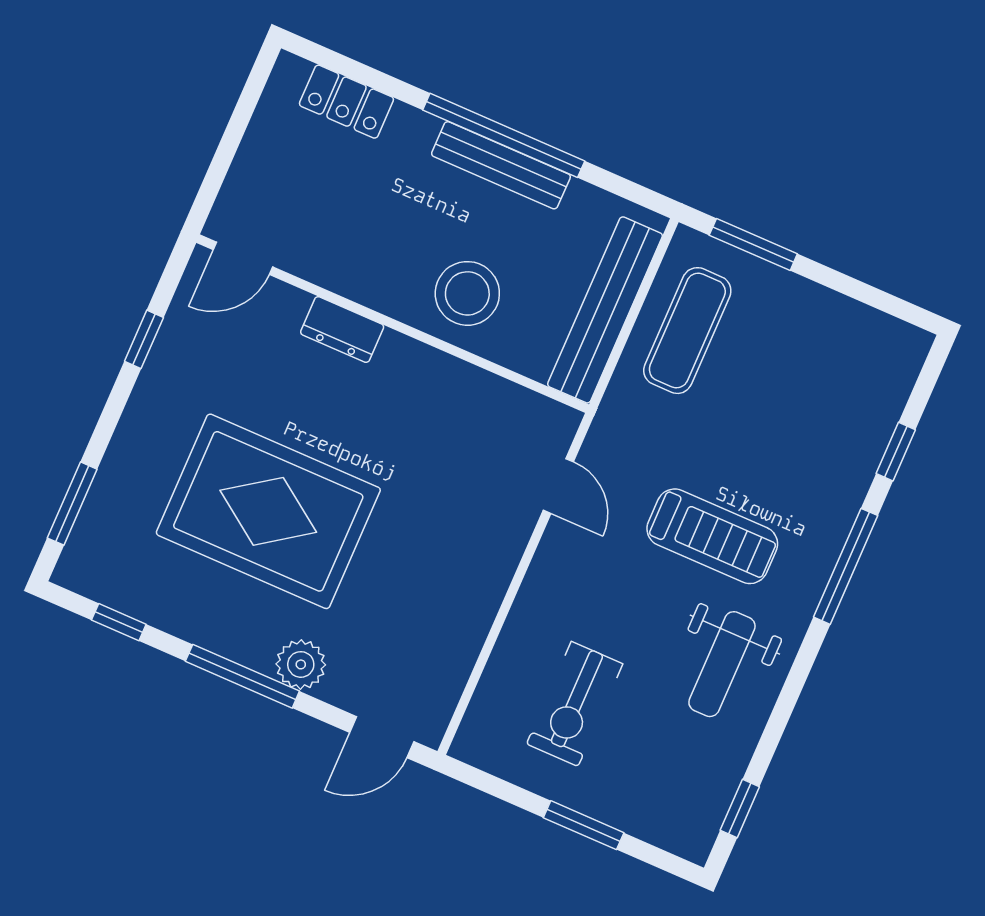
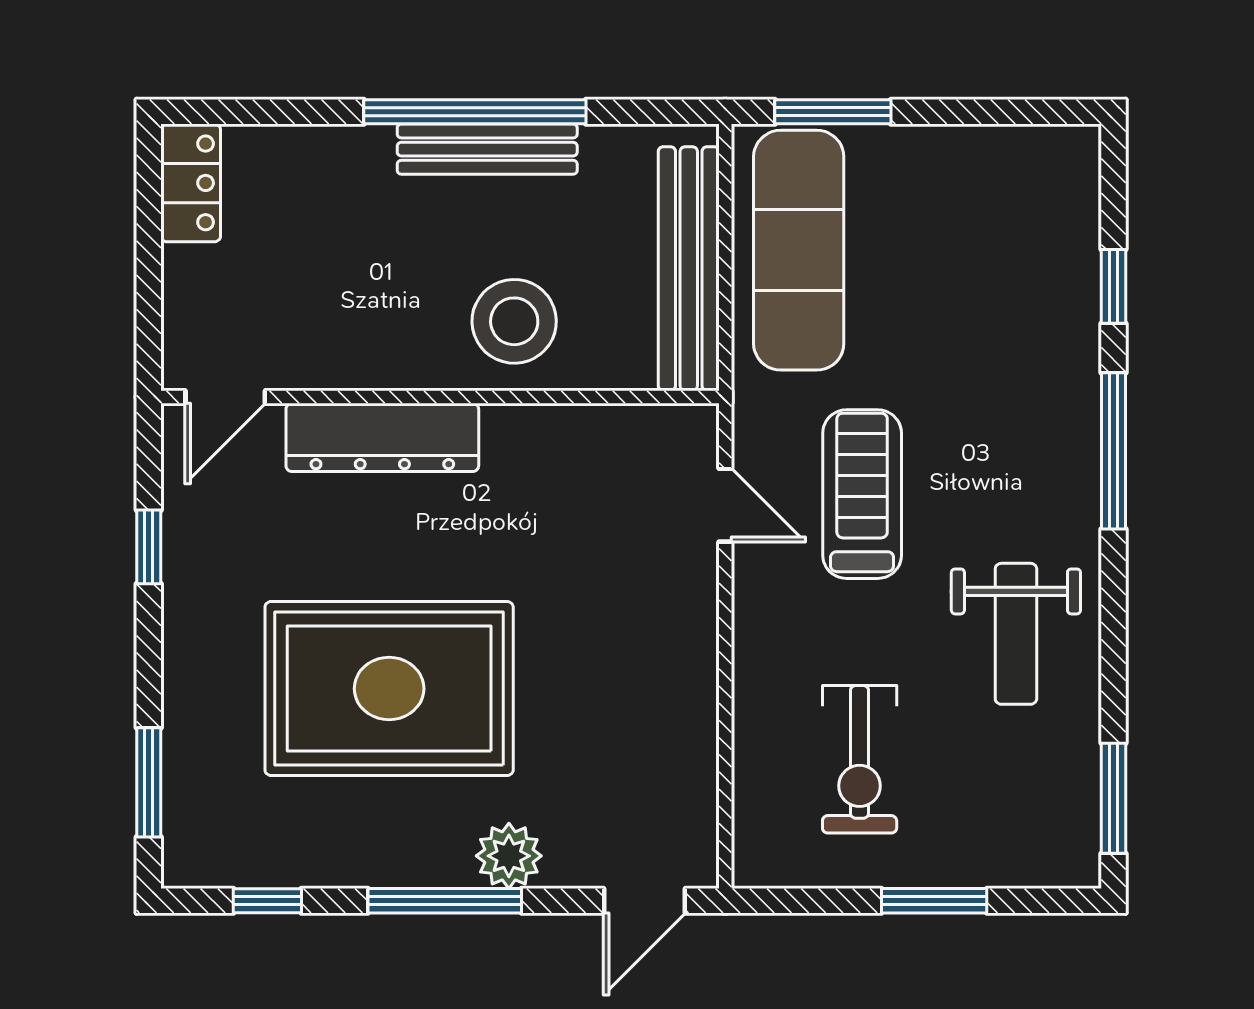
locker: (346, 102) -> (191, 183), moved, turned -90
dresser: (342, 330) -> (382, 437), width x1.96, depth x1.24
exercise mat: (687, 331) -> (799, 250), width x1.36, depth x1.45
treadmill: (712, 536) -> (862, 494), moved, turned -90
window: (740, 809) -> (1114, 798), width x1.50

